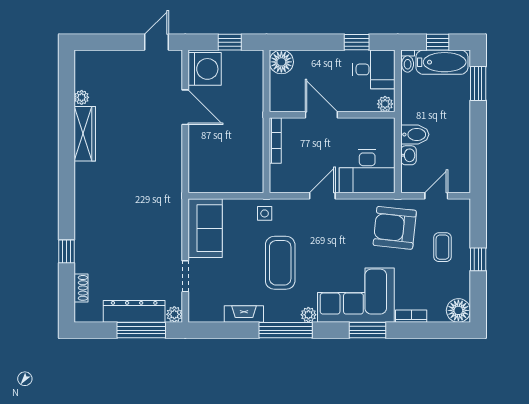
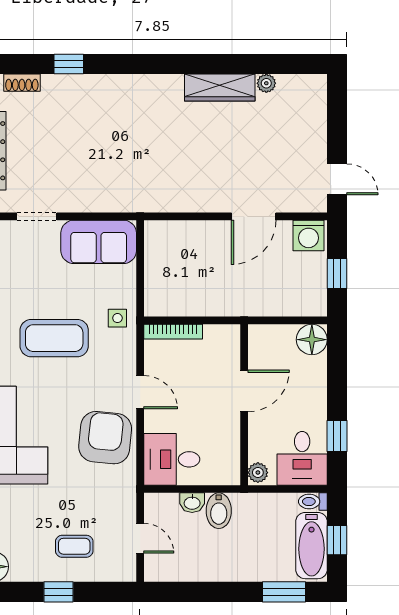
washing machine: (205, 69) -> (309, 235), width x0.73, depth x0.73
bookcase: (275, 140) -> (173, 332), moved
desk: (367, 171) -> (172, 459), width x0.73
armchair: (395, 228) -> (105, 438), moved

